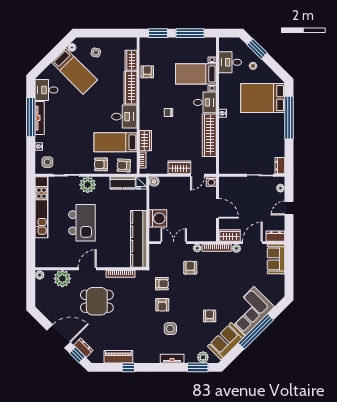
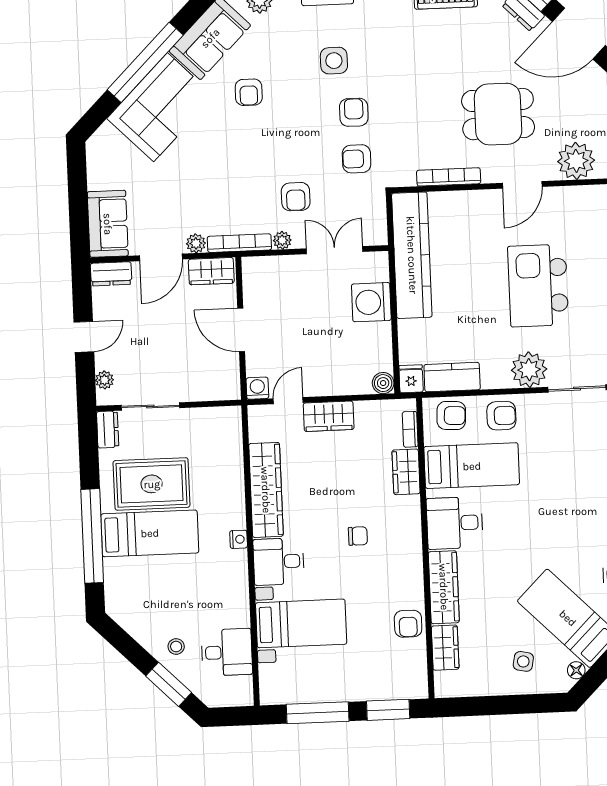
bed: (263, 98) -> (150, 533), moved, width x0.67
rug: (261, 140) -> (152, 484), added
double door: (174, 243) -> (335, 250), swing flipped

